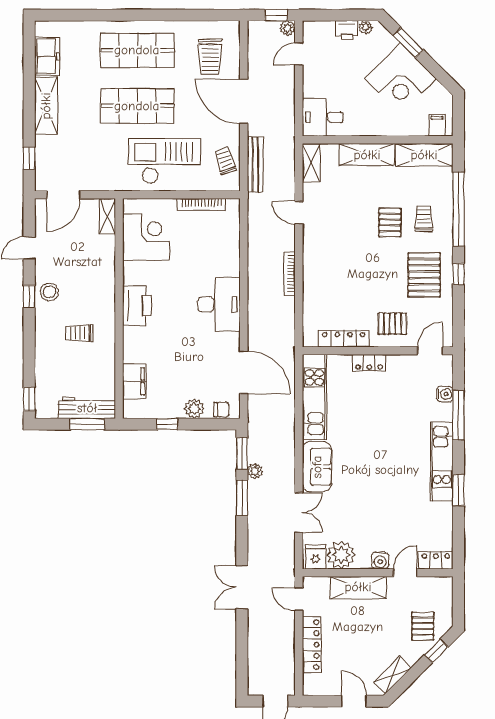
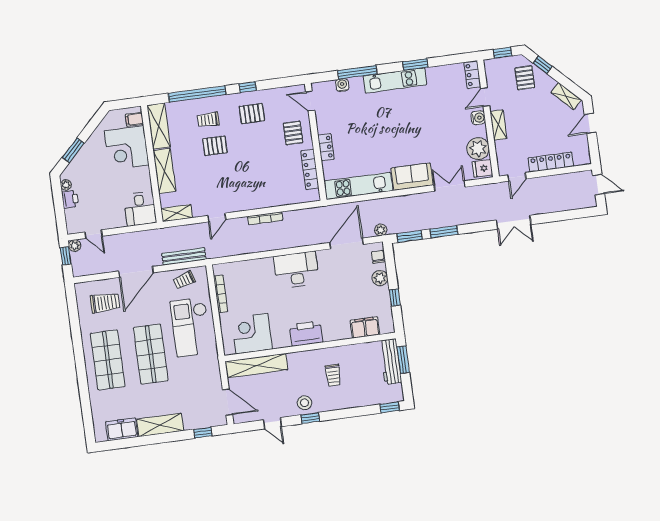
corner desk: (401, 79) -> (127, 148), moved, turned 135
shelving: (107, 216) -> (256, 366), width x2.20, depth x1.33
pallet: (424, 275) -> (252, 114), width x0.67, depth x0.71
plant: (255, 471) -> (381, 230), moved
door: (405, 573) -> (485, 97), hinge flipped
shelving: (358, 587) -> (498, 125), width x0.67, depth x0.75
window: (458, 602) -> (503, 53), added
pallet: (423, 626) -> (525, 78), turned 90

